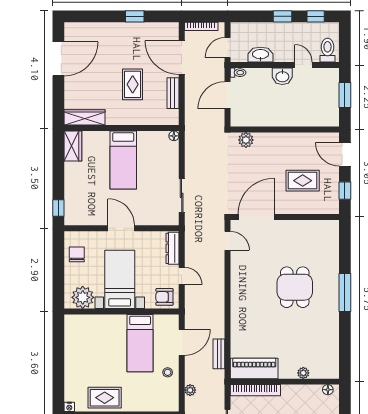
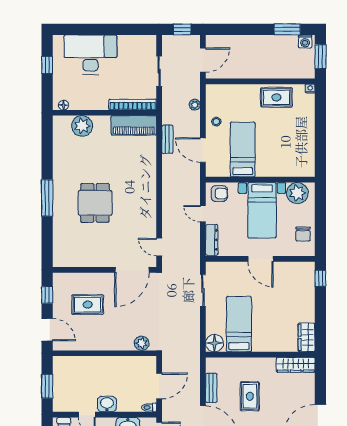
floor lamp: (174, 136) -> (215, 343), width x1.89, depth x1.89
bed: (123, 160) -> (239, 324), moved
door: (182, 342) -> (203, 150), hinge flipped
plant: (303, 373) -> (82, 126), width x1.88, depth x1.88

